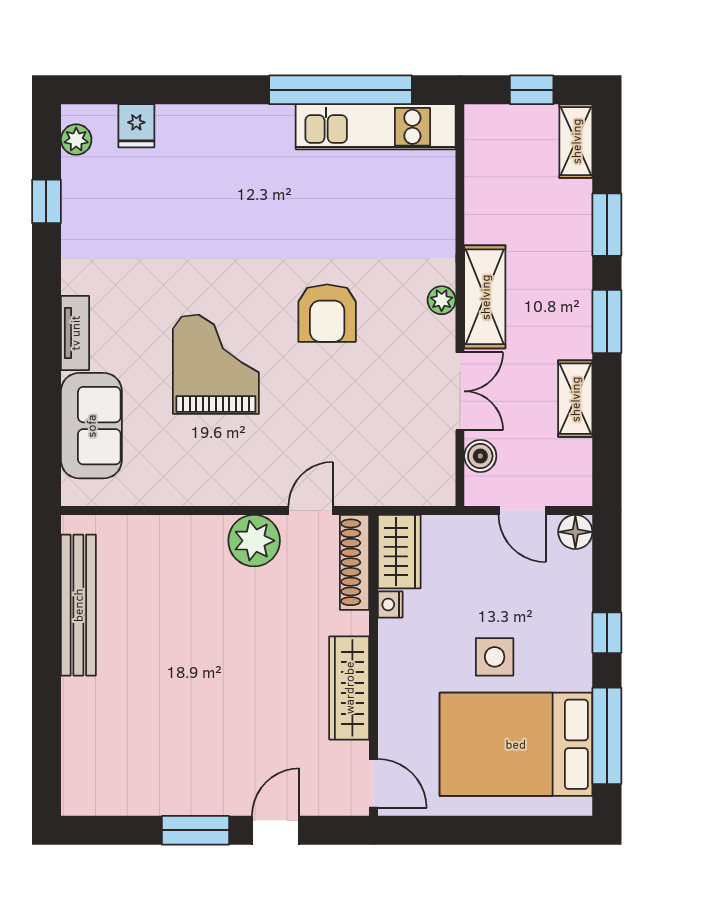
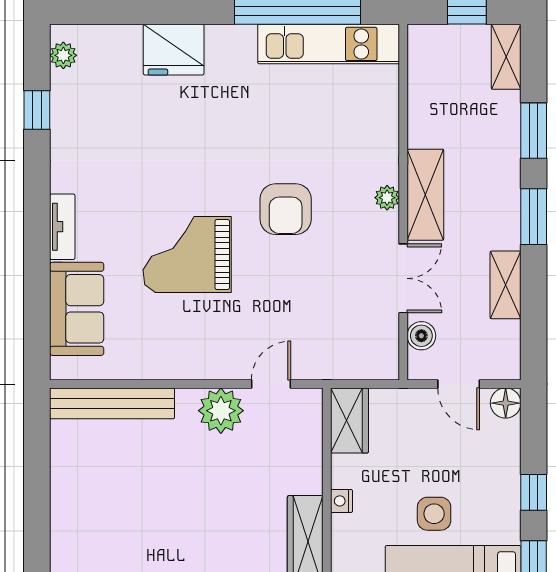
fridge: (136, 126) -> (174, 50), moved, width x1.88, depth x1.34
grand piano: (216, 364) -> (187, 255), turned -90
shoe rack: (354, 562) -> (310, 430), removed
nightstand: (390, 604) -> (341, 501), moved
bench: (78, 605) -> (112, 403), moved, turned 90

